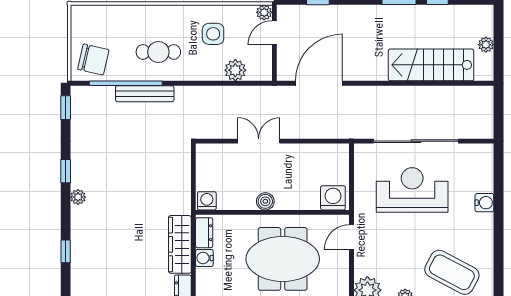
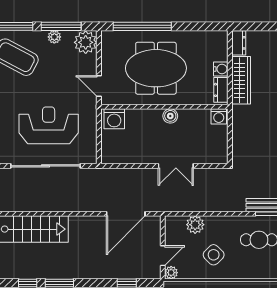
side table: (213, 34) -> (214, 255), turned 45
reception desk: (412, 190) -> (49, 125), turned 180
door: (351, 237) -> (99, 86), swing flipped

